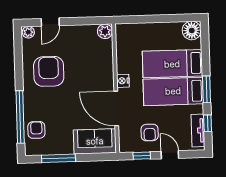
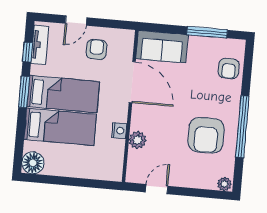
door: (50, 22) -> (157, 189), moved
plant: (105, 31) -> (138, 140), moved
nightstand: (123, 81) -> (119, 131), moved
window: (20, 117) -> (242, 127), moved
door: (170, 155) -> (76, 20), hinge flipped
window: (142, 156) -> (109, 23), removed

